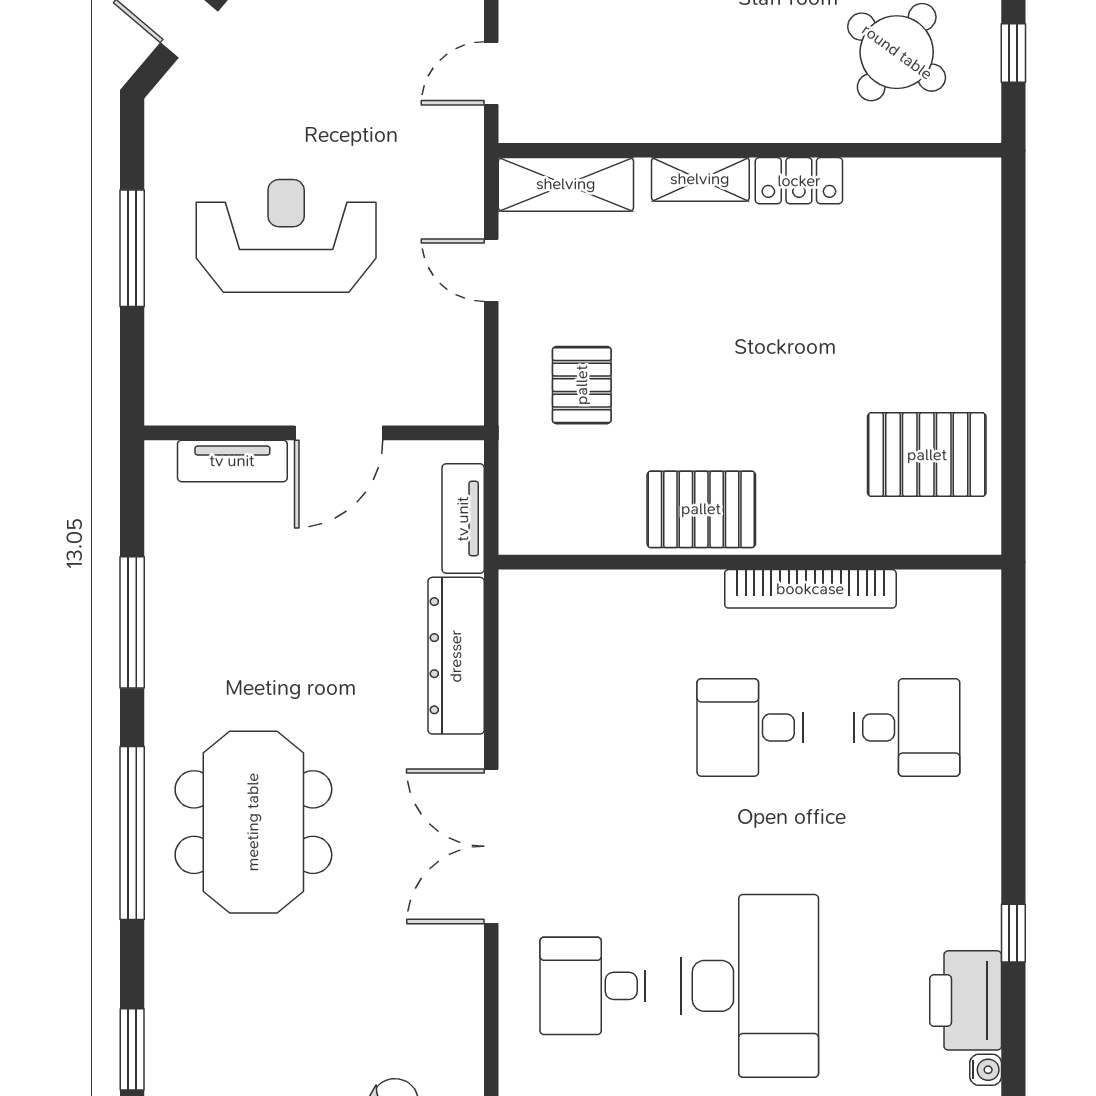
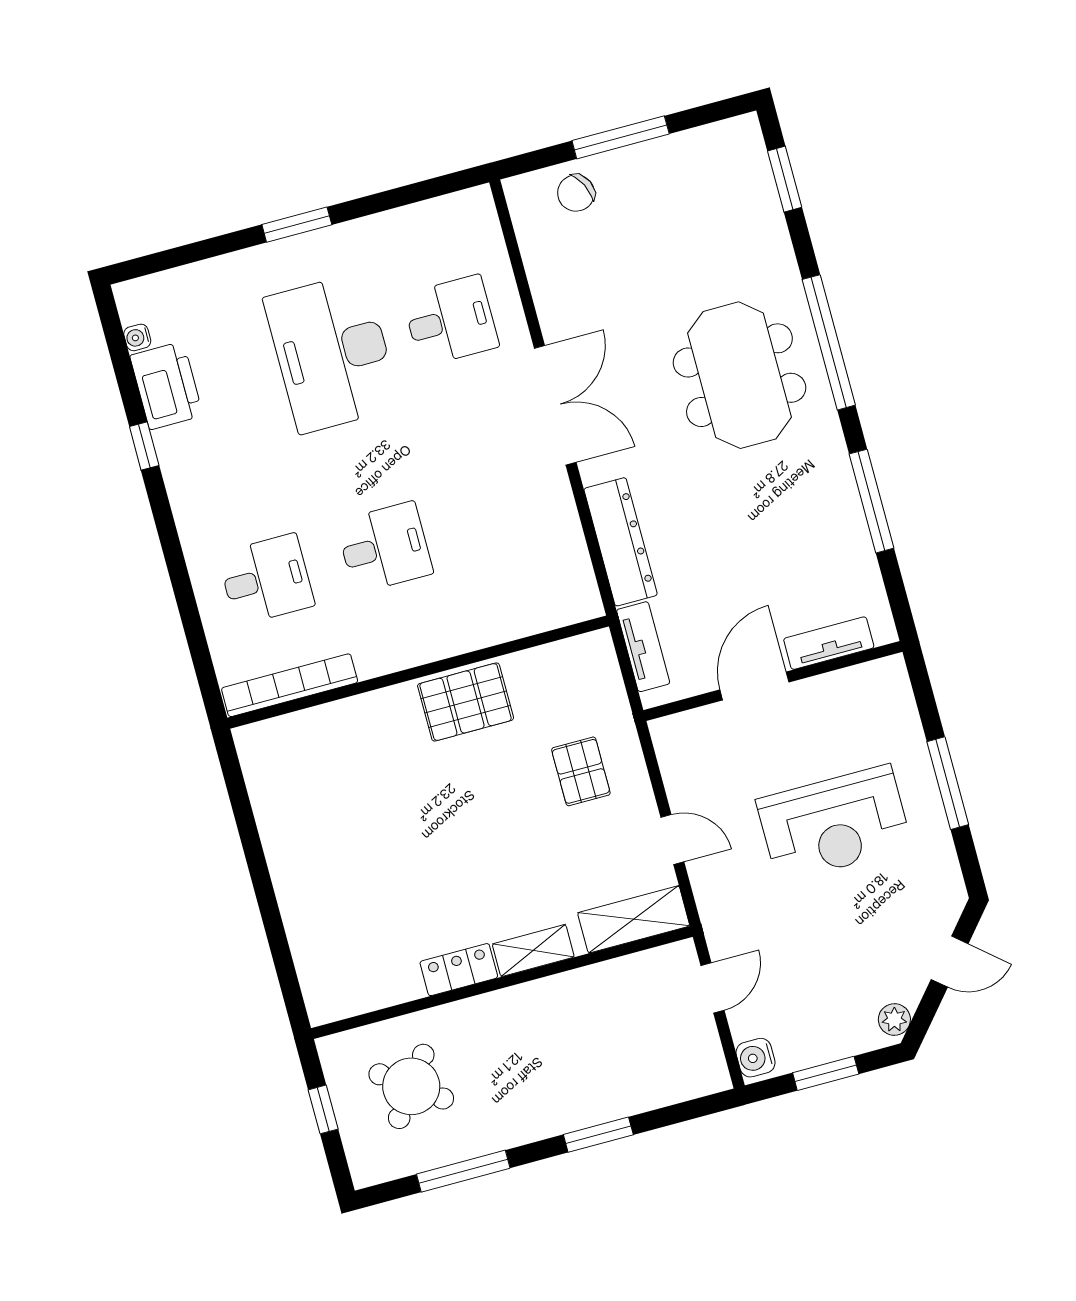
pallet: (927, 455) -> (307, 789), removed
bookcase: (810, 589) -> (290, 685), moved
desk: (907, 727) -> (266, 579), turned 180

